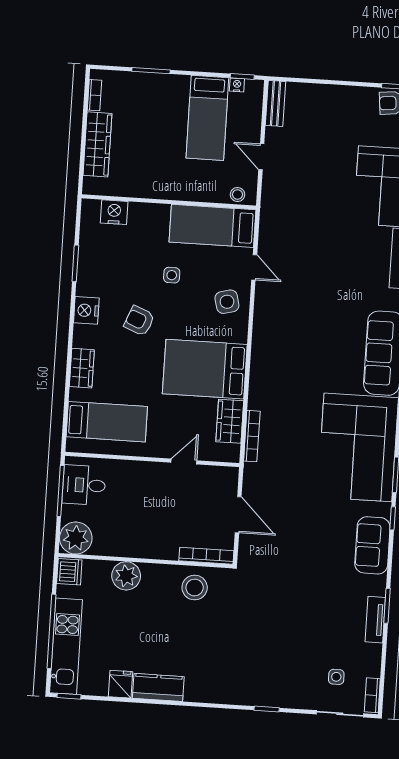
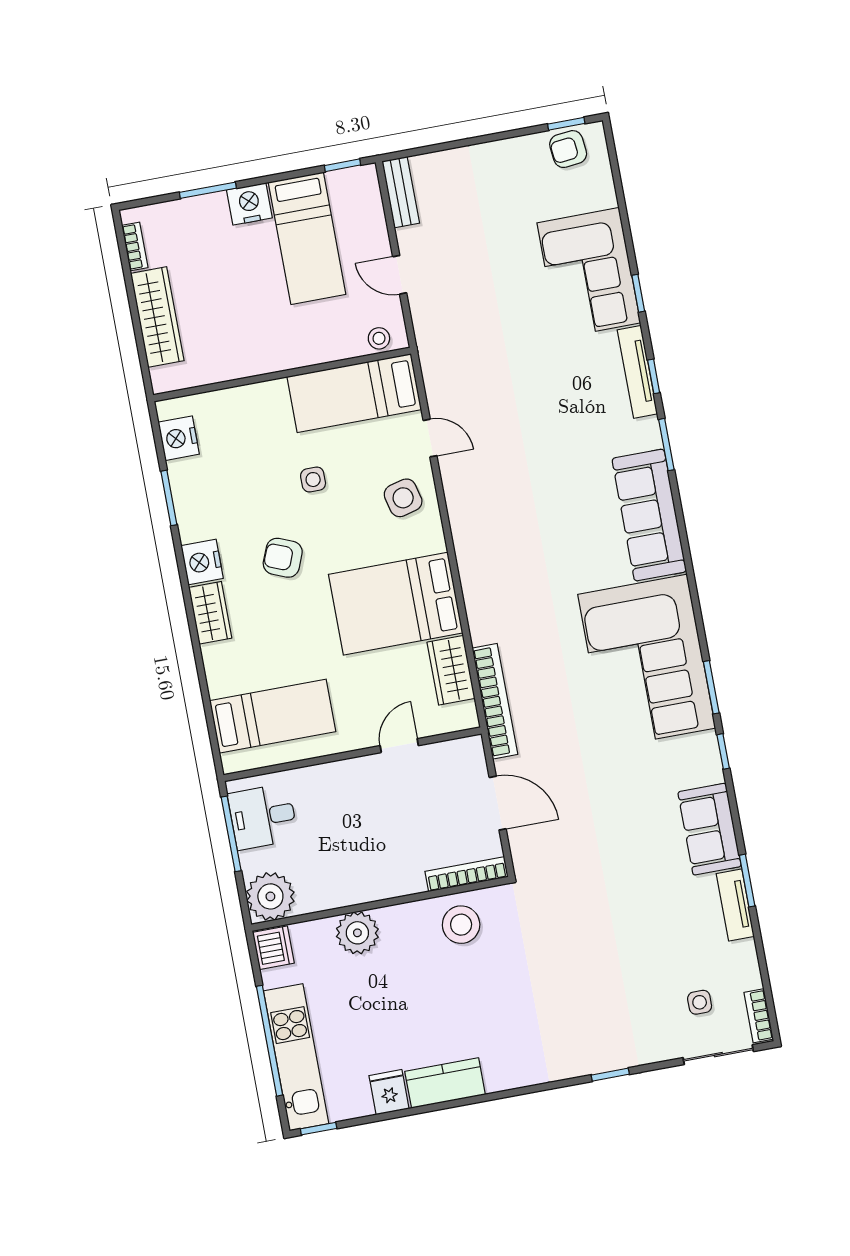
nightstand: (237, 85) -> (249, 204), moved, width x1.89, depth x1.79
nightstand: (114, 212) -> (179, 438), moved, turned -90
wardrobe: (82, 368) -> (210, 613), moved
bookcase: (252, 436) -> (495, 701), width x1.48, depth x1.31
sofa: (372, 545) -> (710, 829), moved

